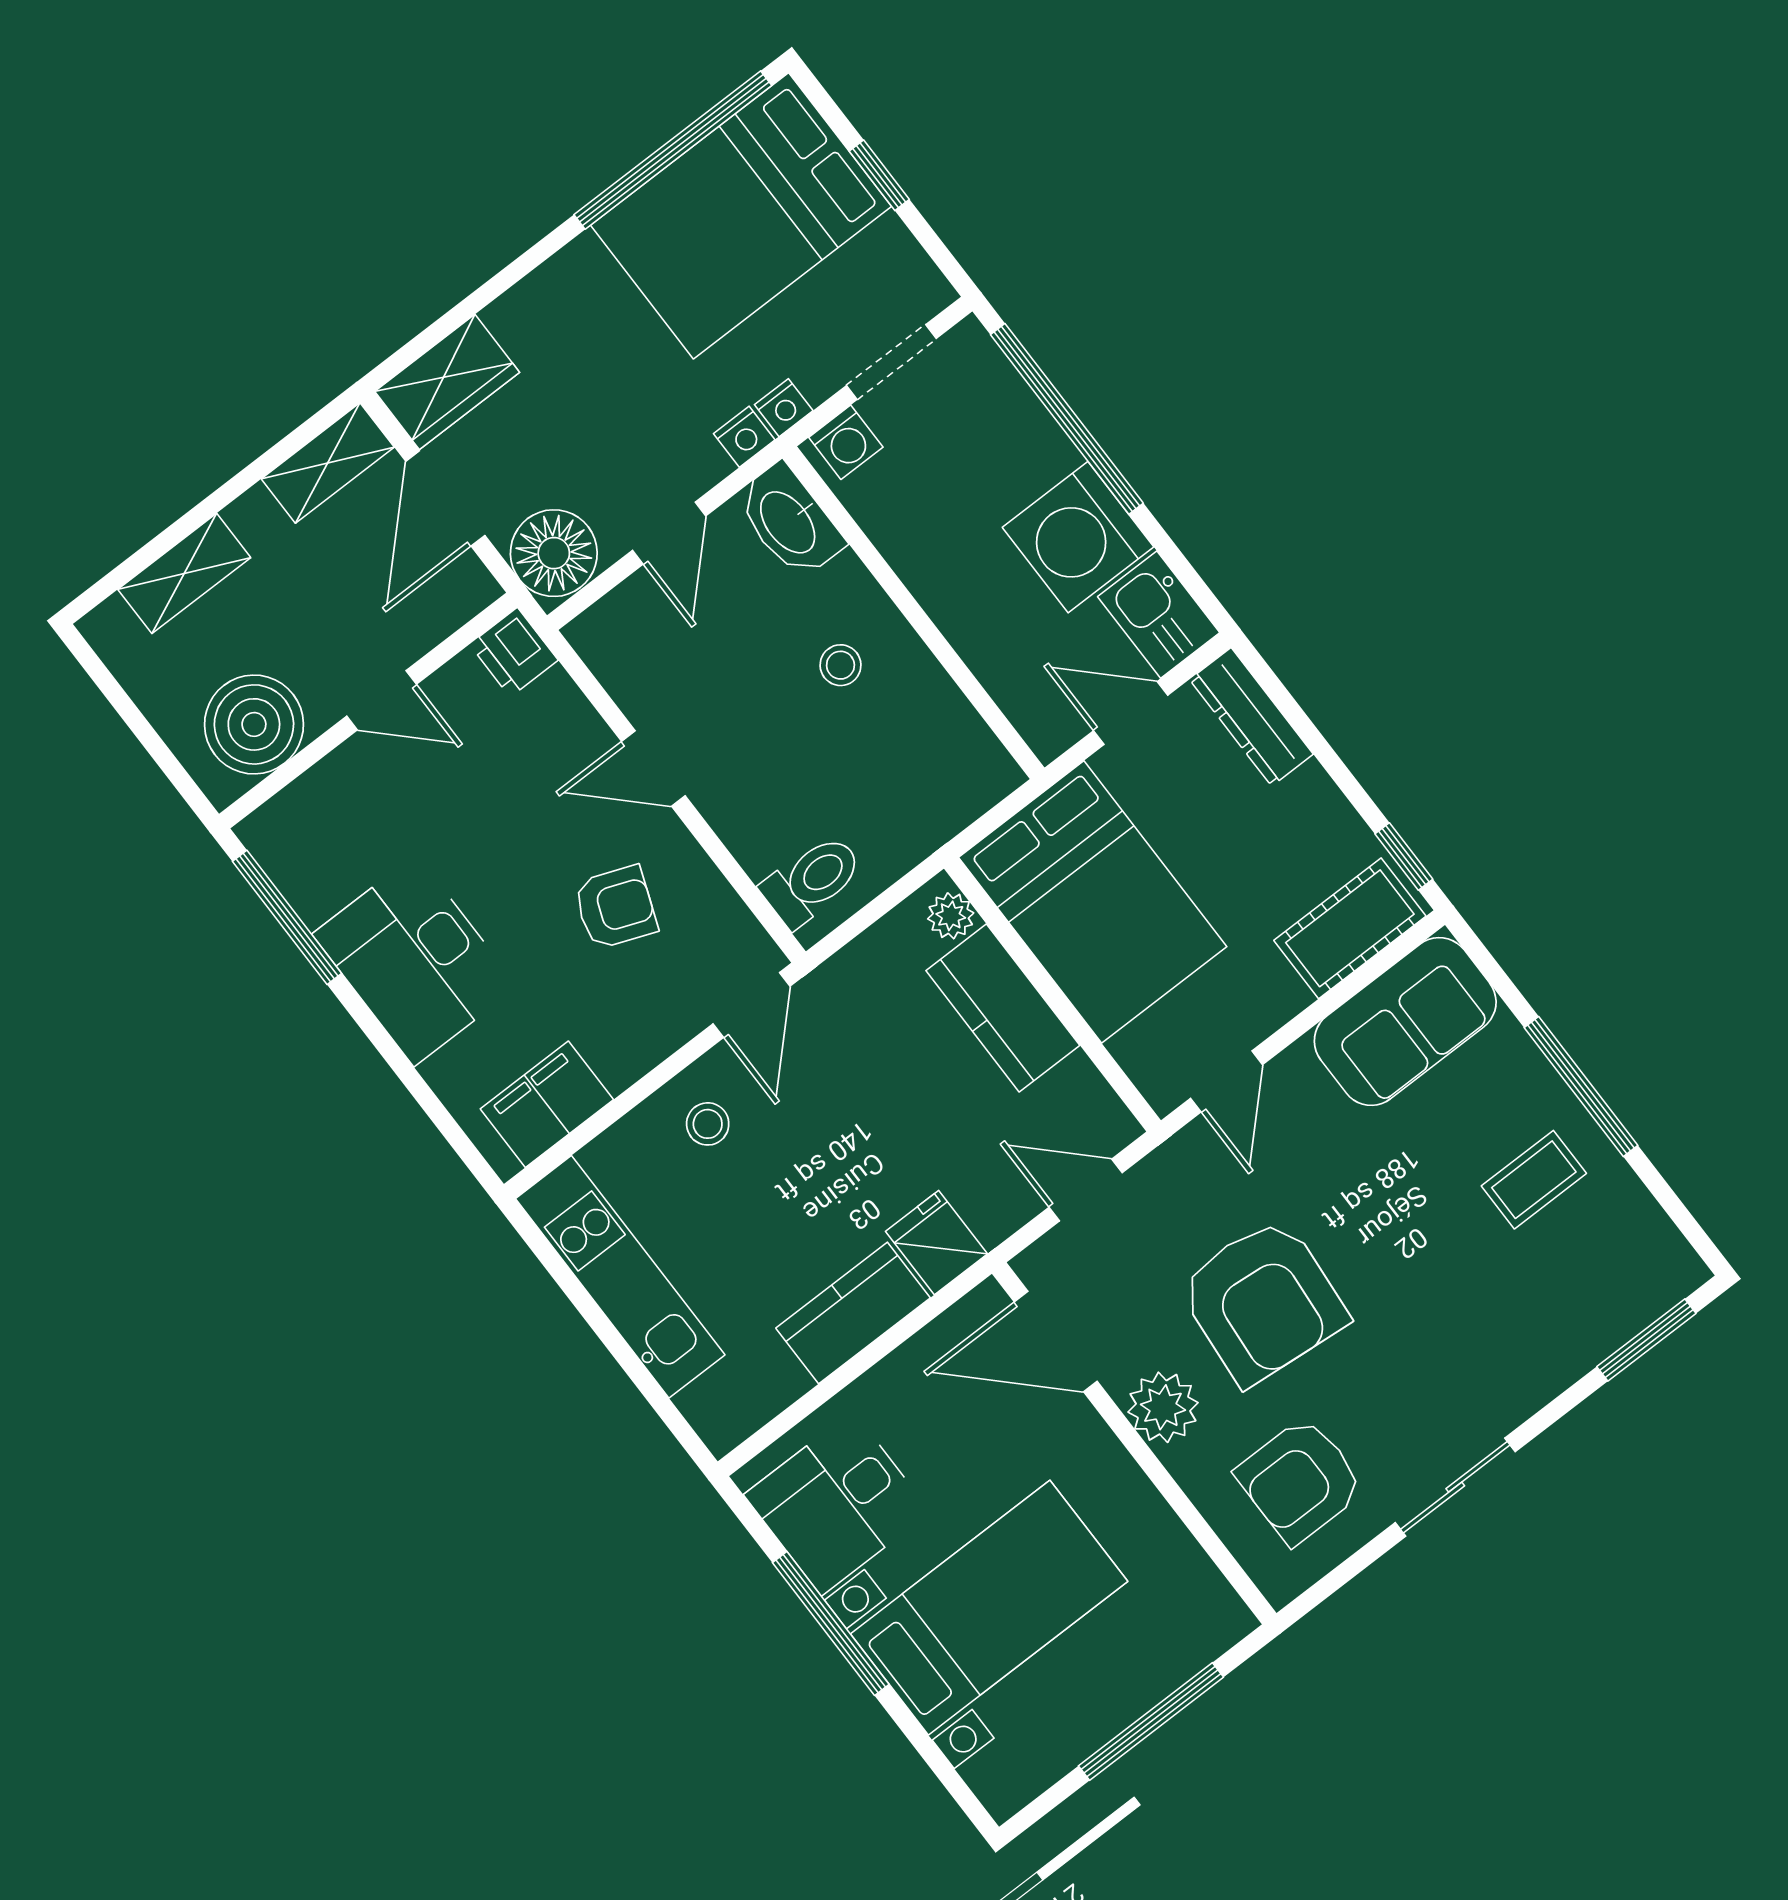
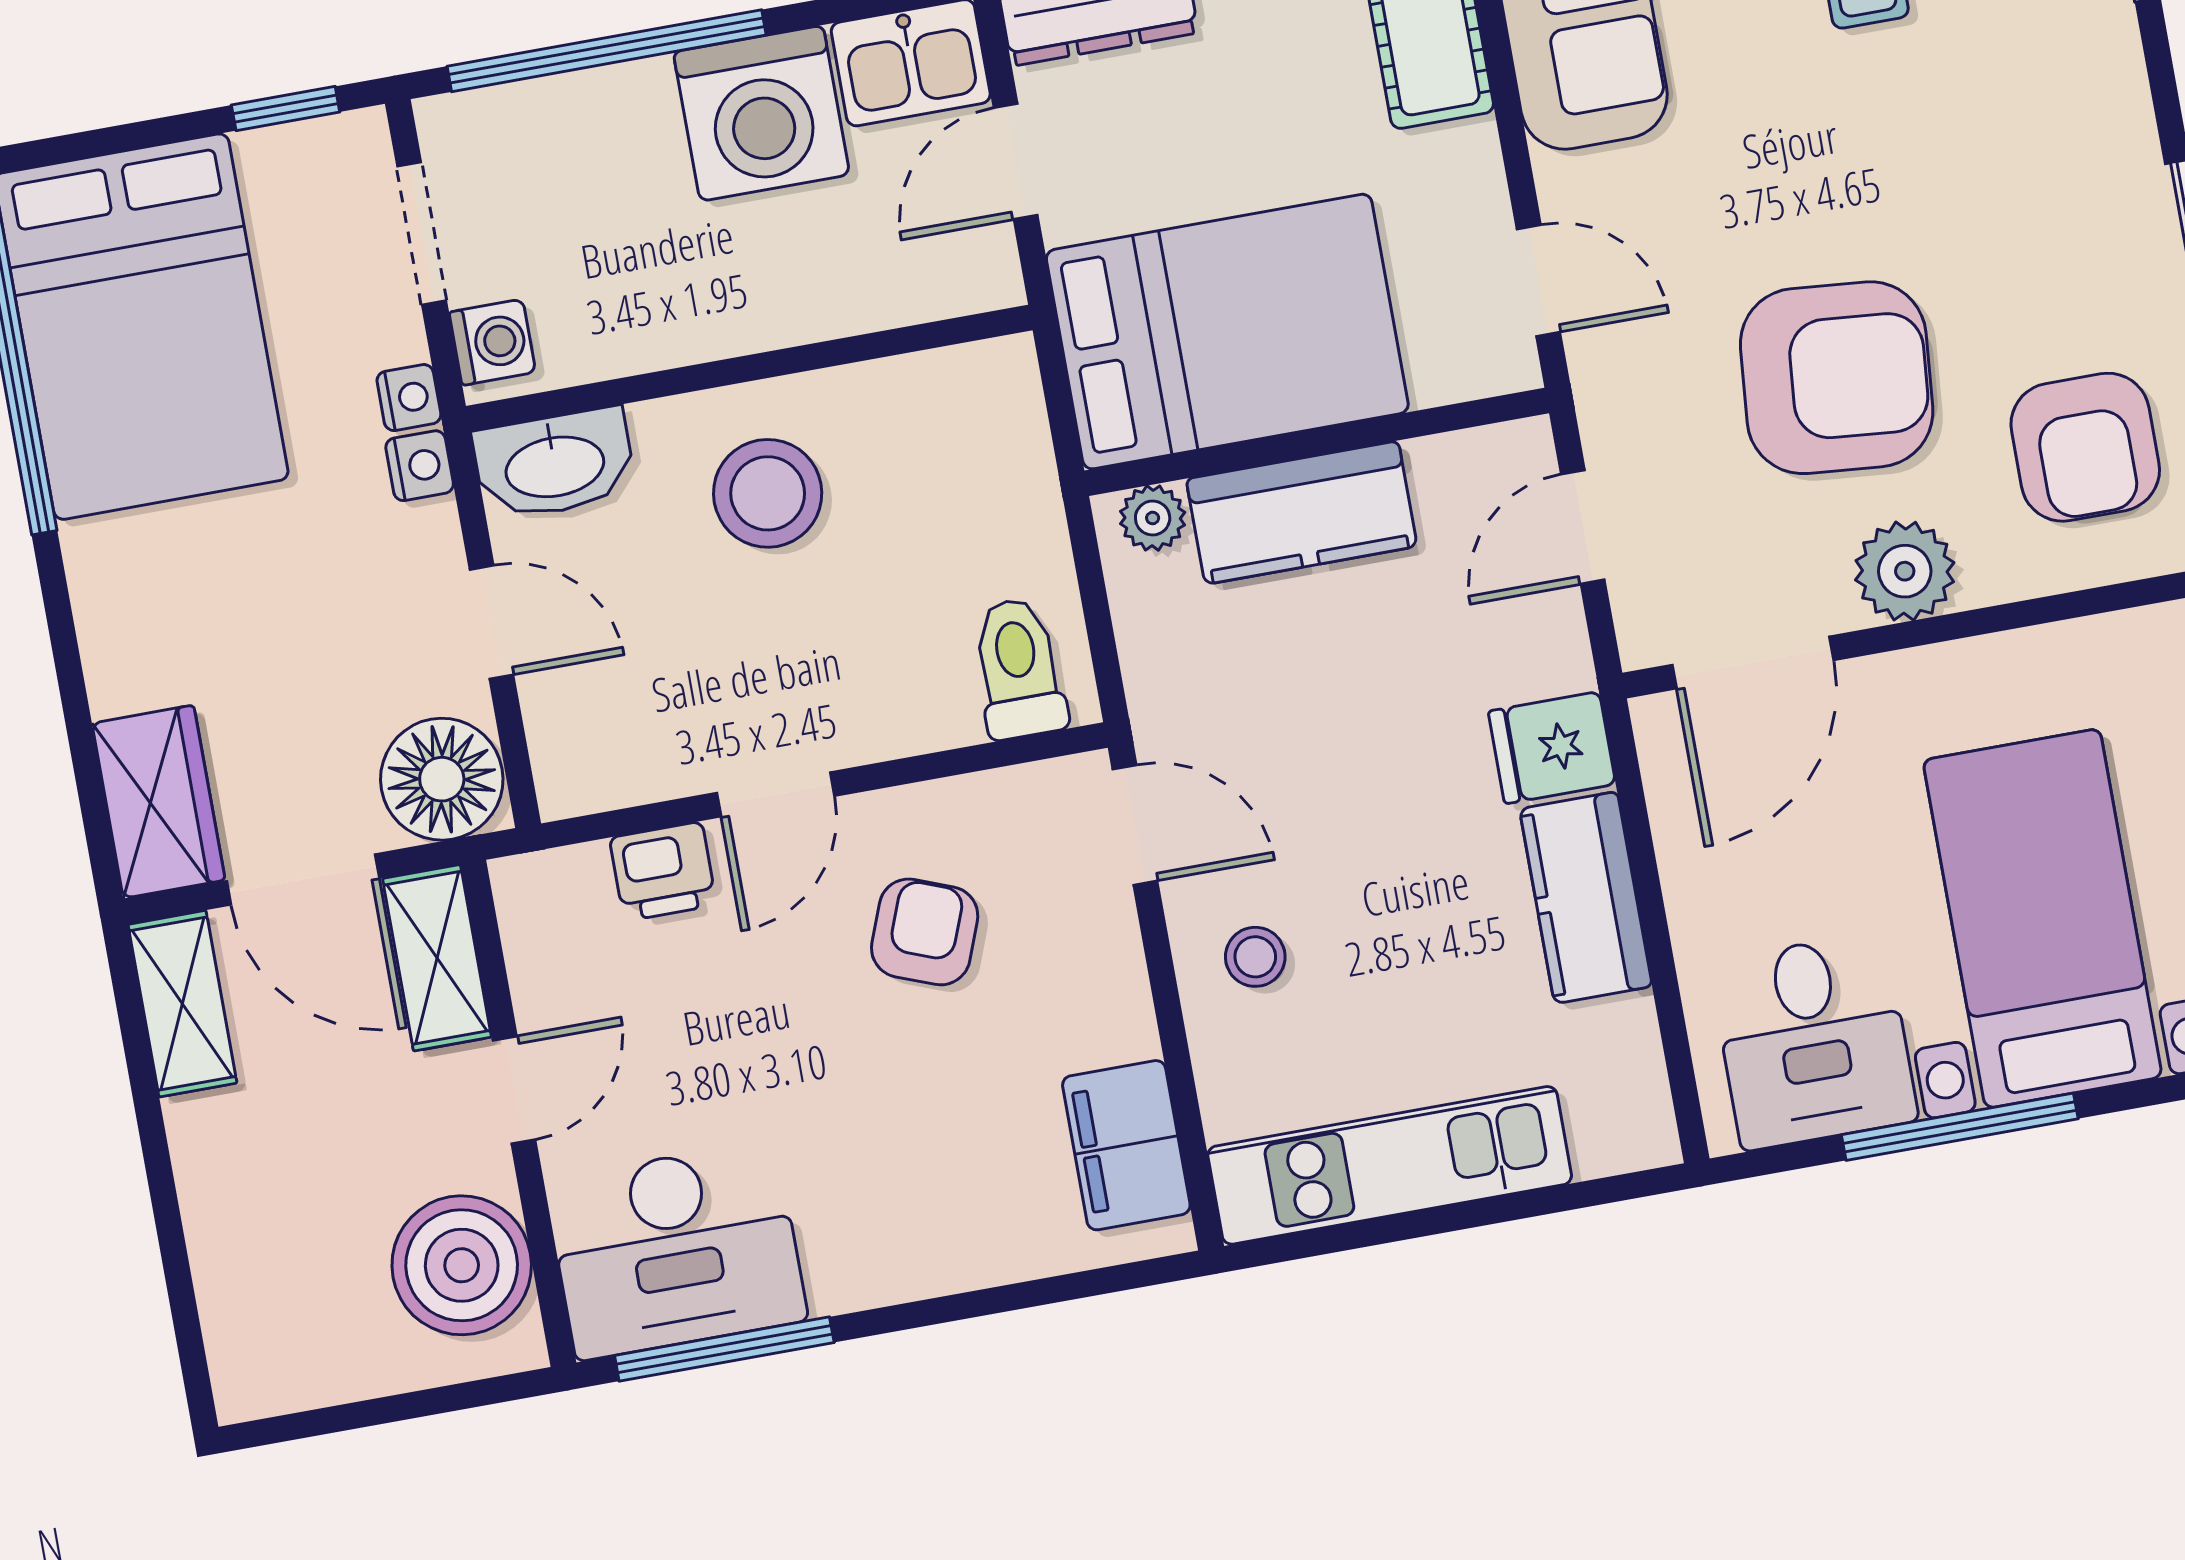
window: (879, 175) -> (286, 108), moved
shelving: (184, 573) -> (437, 958), moved
printer: (514, 652) -> (663, 871), moved
stool: (841, 665) -> (768, 493), width x1.89, depth x1.89
desk: (415, 960) -> (676, 1250), moved

